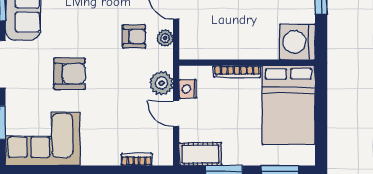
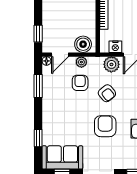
boiler: (192, 41) -> (83, 44), added
armchair: (119, 76) -> (107, 93), added

